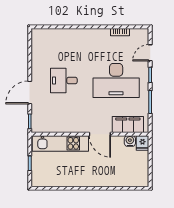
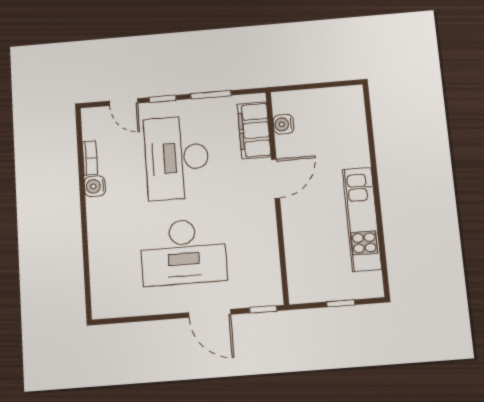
water cooler: (104, 34) -> (95, 186), added
desk: (64, 81) -> (183, 252), width x1.87, depth x1.30
desk: (116, 81) -> (177, 158), turned 180
kitchen unit: (60, 143) -> (362, 219), moved, turned 180
fridge: (142, 143) -> (285, 102), removed

